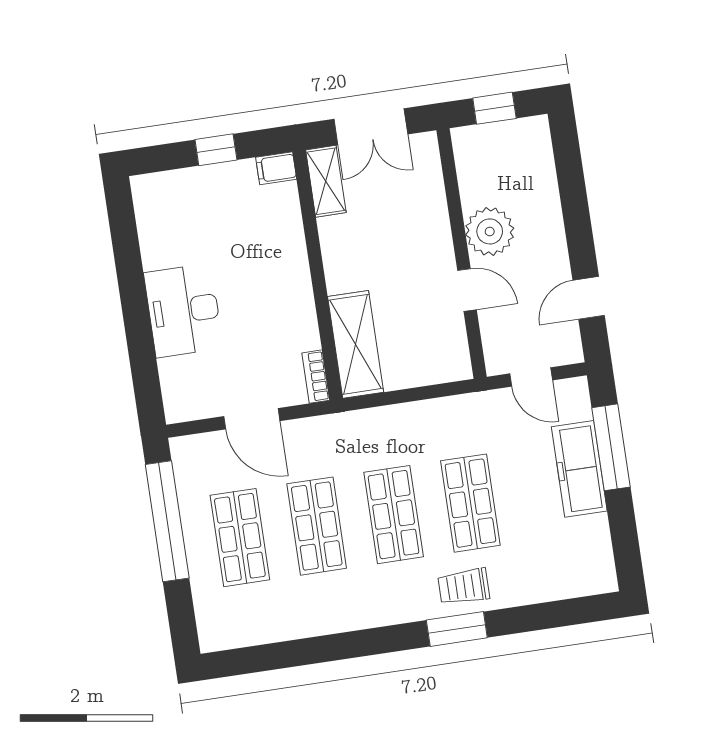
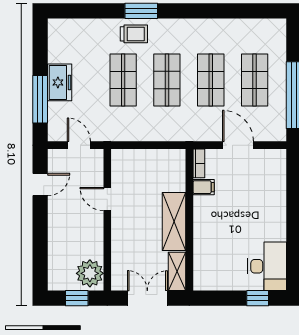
window: (216, 150) -> (258, 298), moved
filing cabinet: (276, 168) -> (204, 187), moved
plant: (490, 231) -> (90, 273), moved
desk: (183, 310) -> (267, 266), moved
shelving: (356, 344) -> (174, 222), moved
freezer: (579, 469) -> (60, 82), width x0.71

